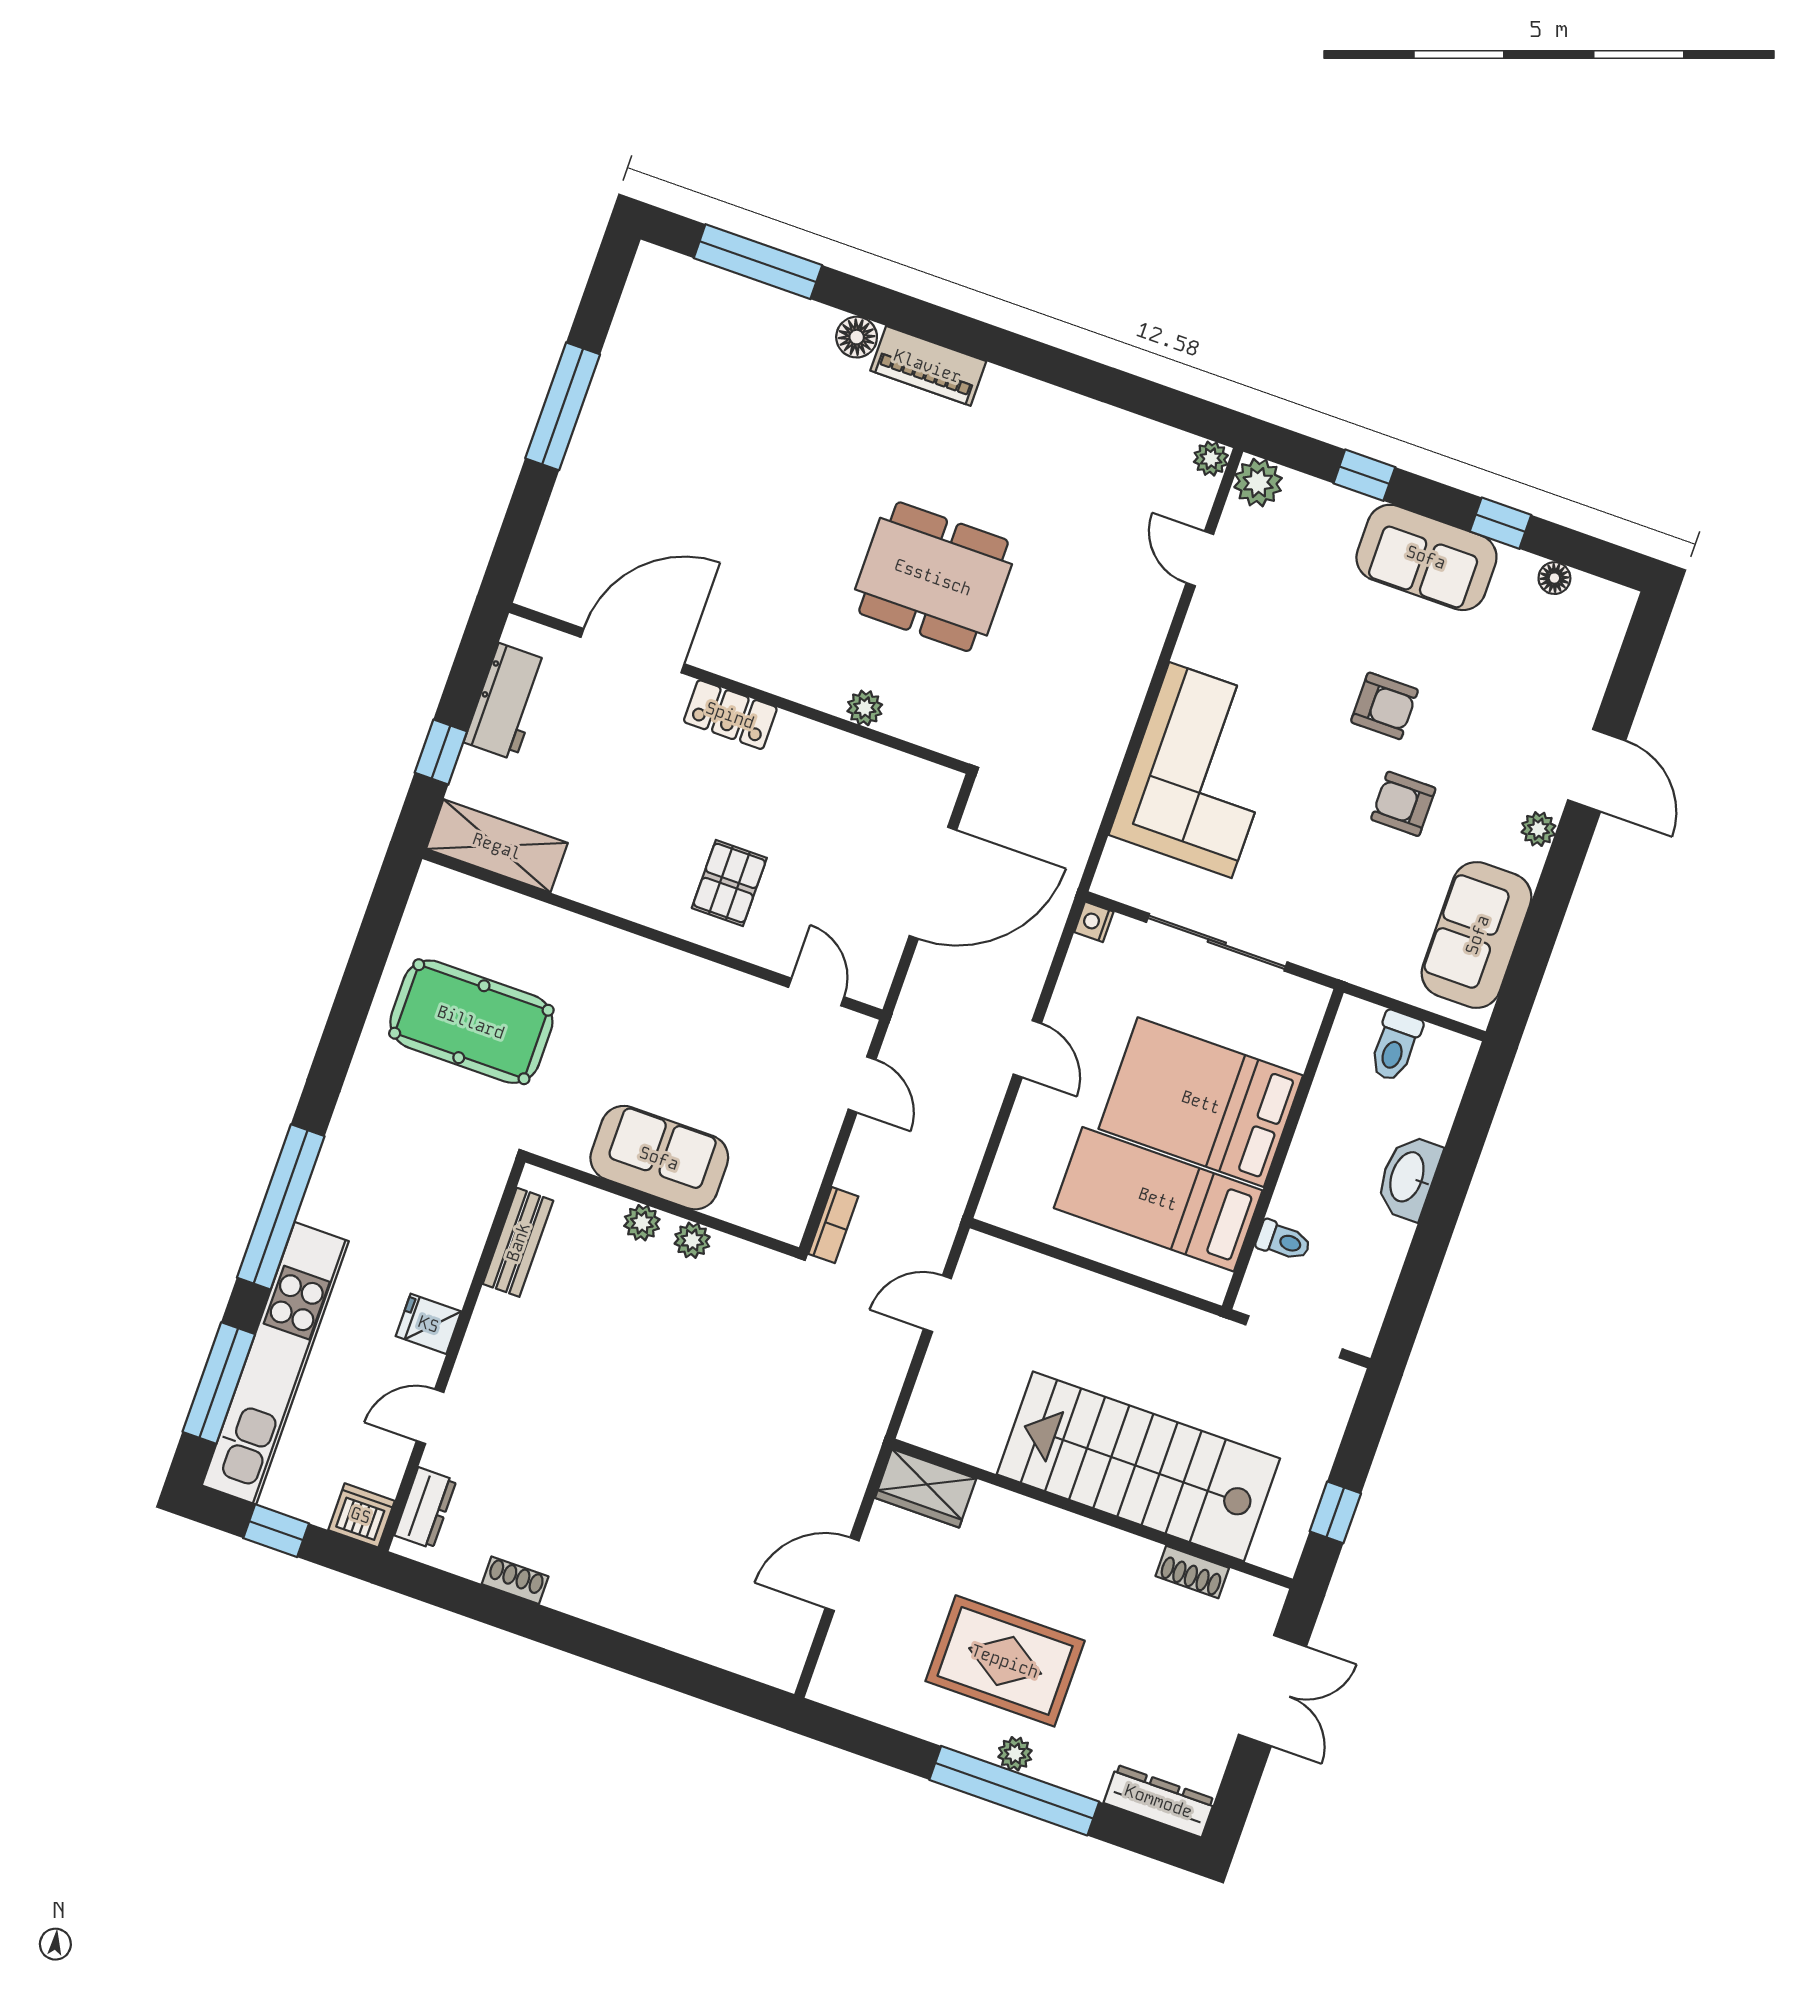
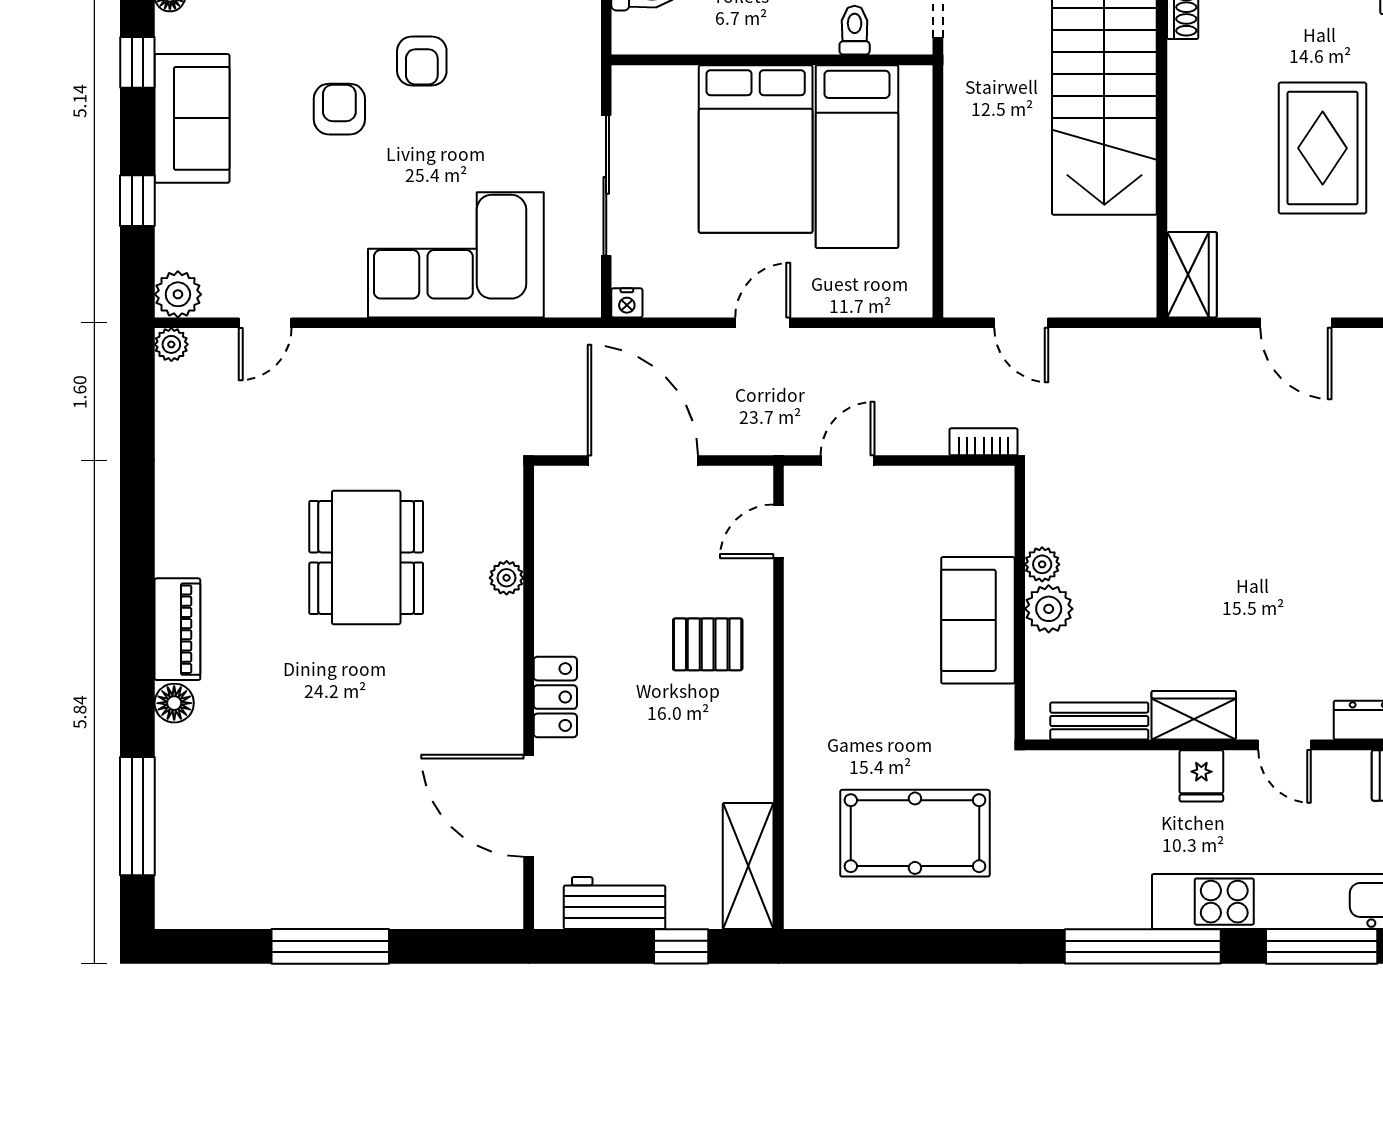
pool table: (471, 1022) -> (915, 833), turned 90
plant: (642, 1223) -> (1049, 609), width x1.38, depth x1.38
wardrobe: (491, 1337) -> (1194, 715), added

